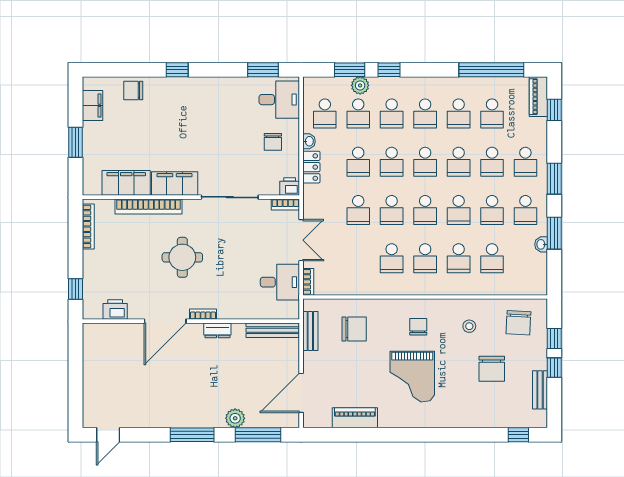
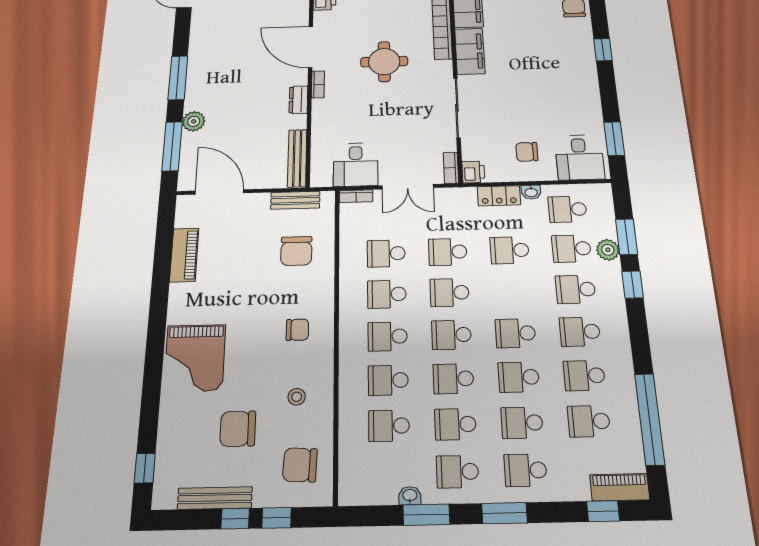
school desk: (392, 162) -> (386, 253), moved
grand piano: (412, 377) -> (195, 358), moved, turned -90
bench: (540, 390) -> (215, 498), width x1.36

